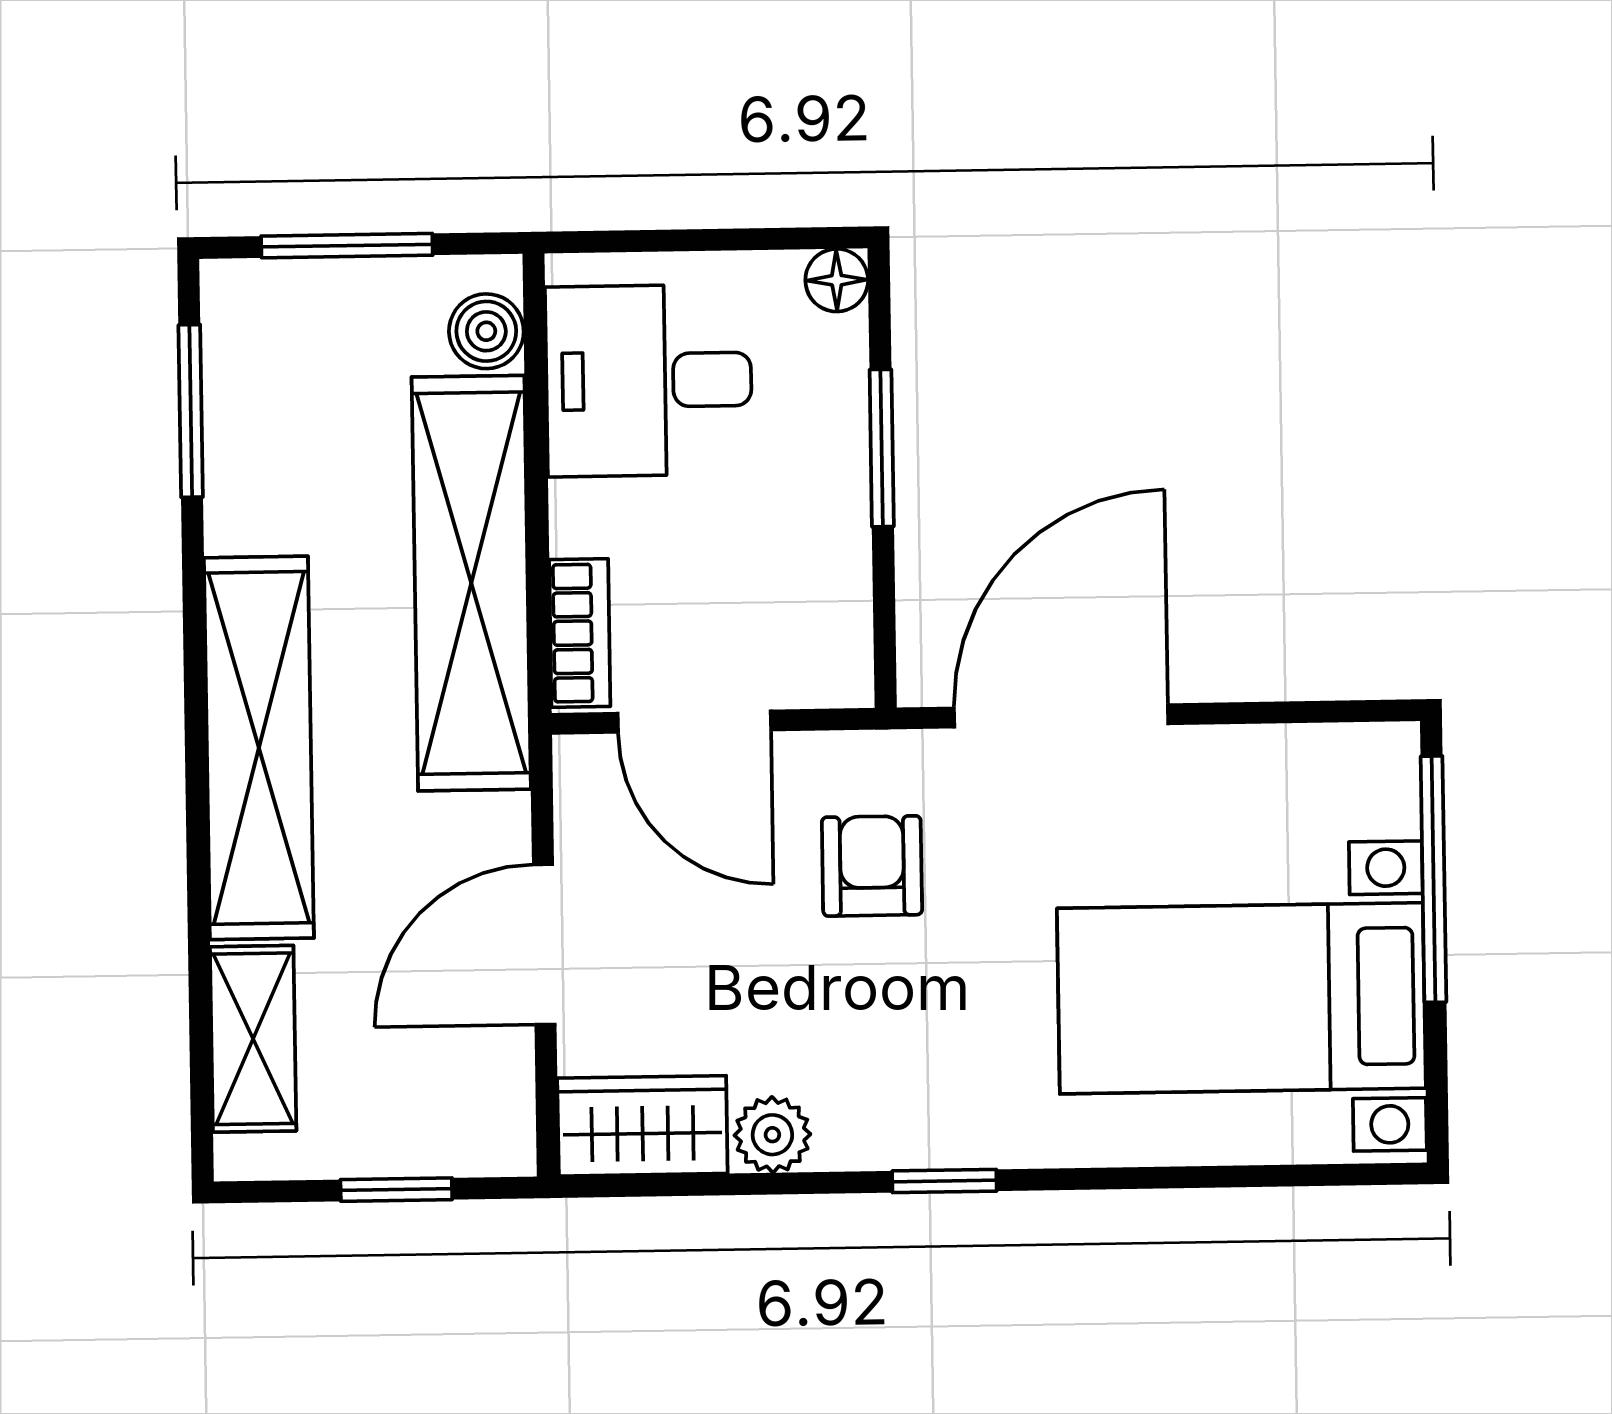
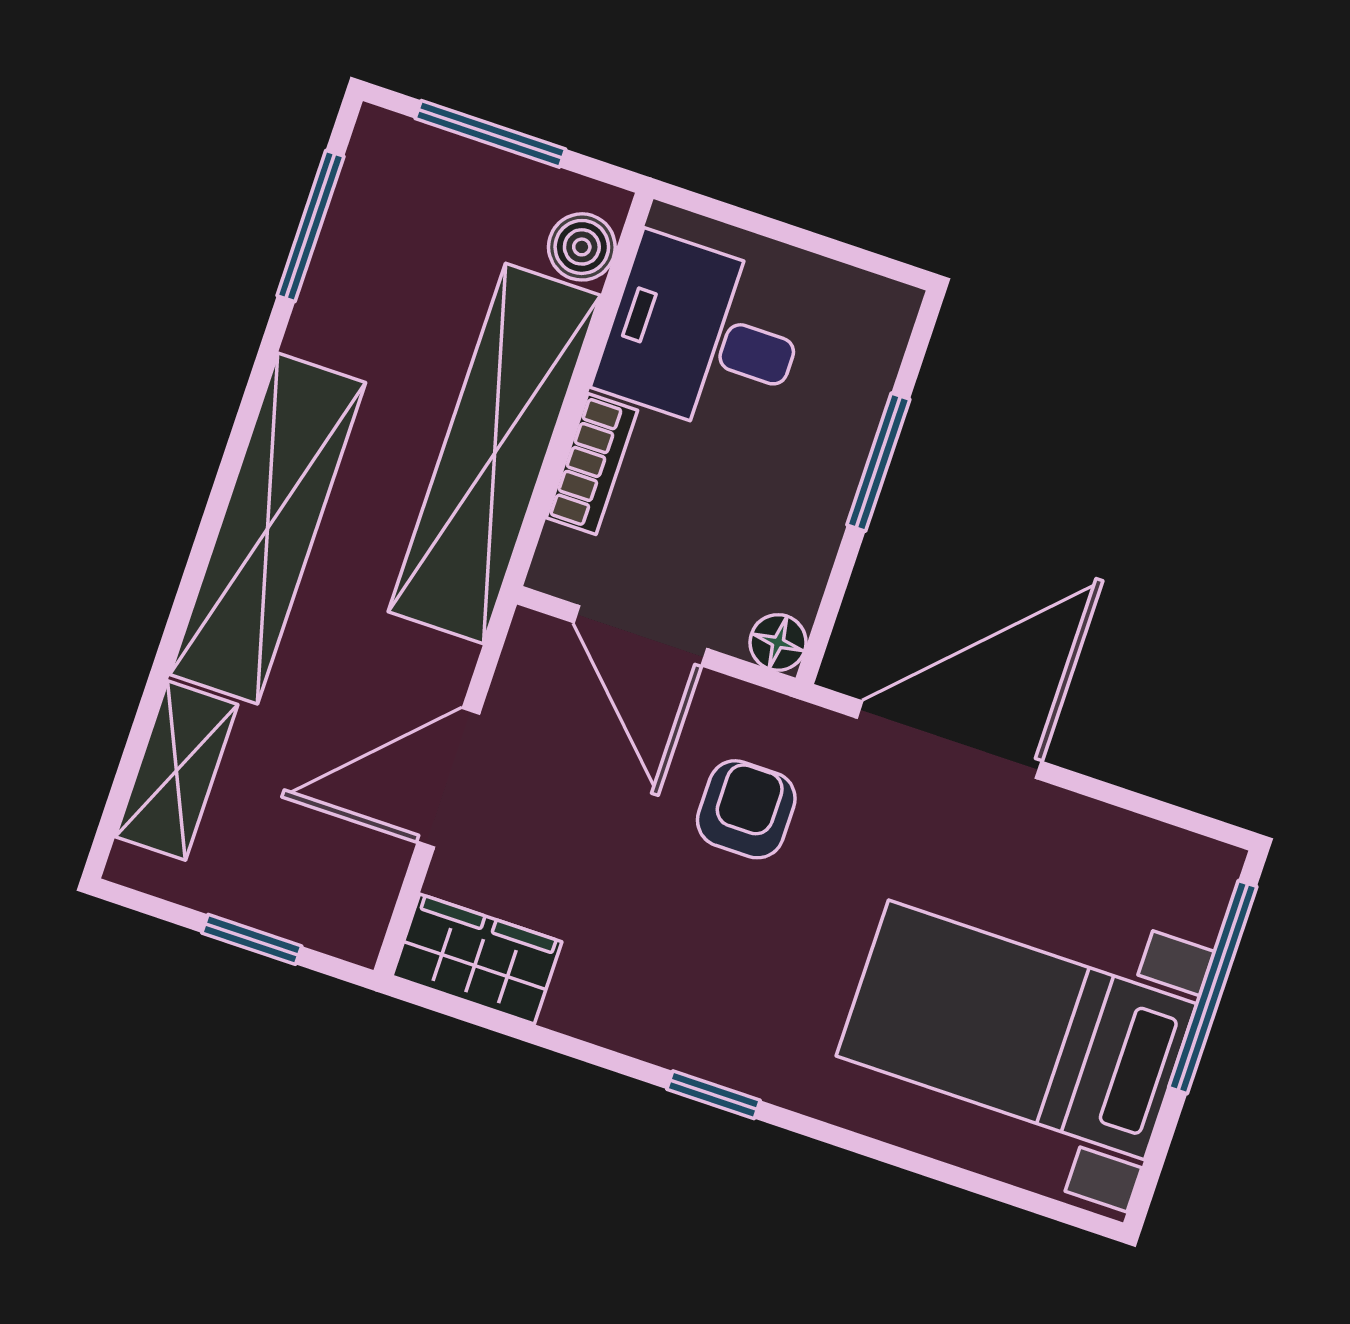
floor lamp: (837, 280) -> (778, 642), moved
bookcase: (580, 633) -> (592, 464), moved
plant: (772, 1135) -> (583, 1005), removed

